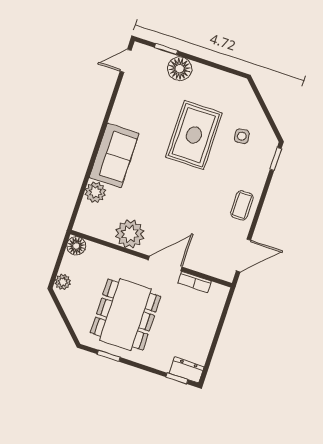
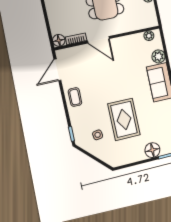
plant: (130, 234) -> (149, 36), moved, width x0.53, depth x0.53
floor lamp: (76, 246) -> (59, 40), moved
door: (165, 263) -> (98, 40), hinge flipped

